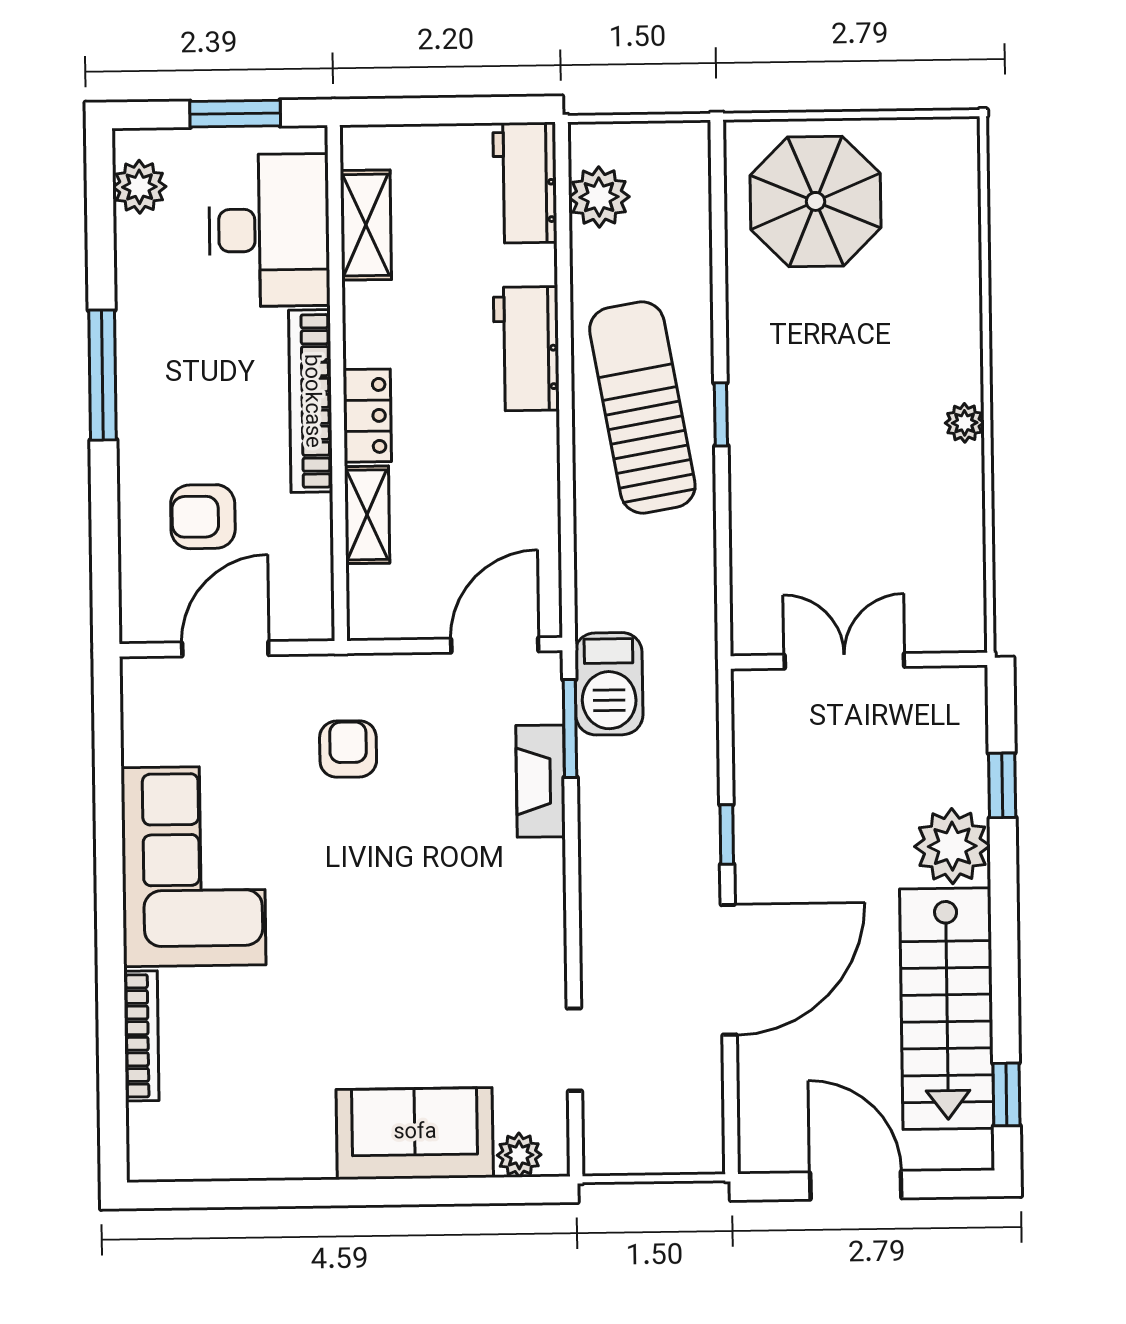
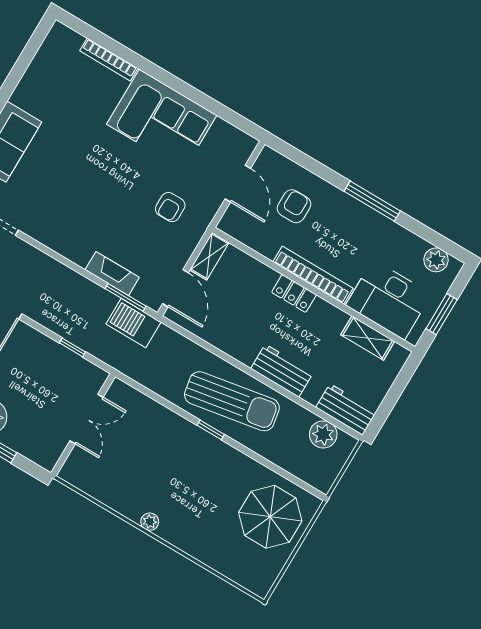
shelving: (367, 515) -> (209, 256), moved, turned 90
armchair: (348, 749) -> (170, 207), turned 90
window: (727, 834) -> (72, 347), moved

